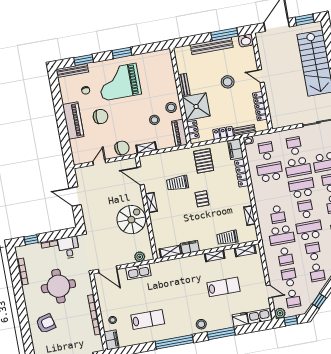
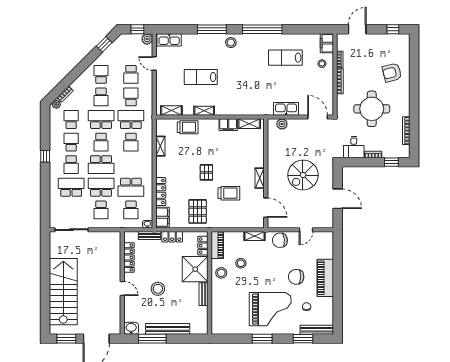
school desk: (278, 214) -> (131, 142), turned 180
spiral stairs: (131, 220) -> (303, 175), moved
school desk: (309, 230) -> (101, 120), turned 180
school desk: (293, 299) -> (131, 52), removed
fridge: (240, 319) -> (190, 40), removed

